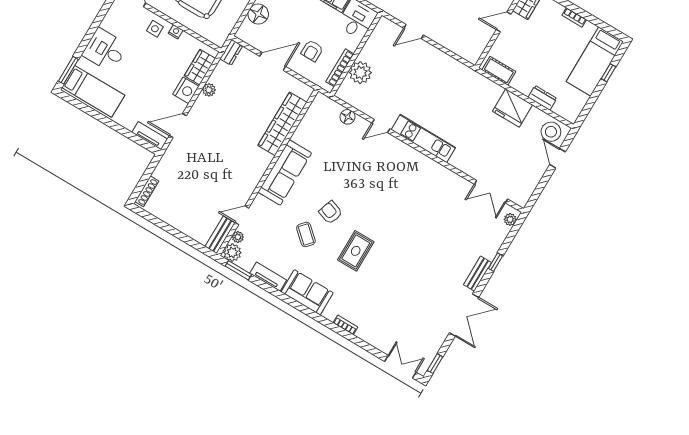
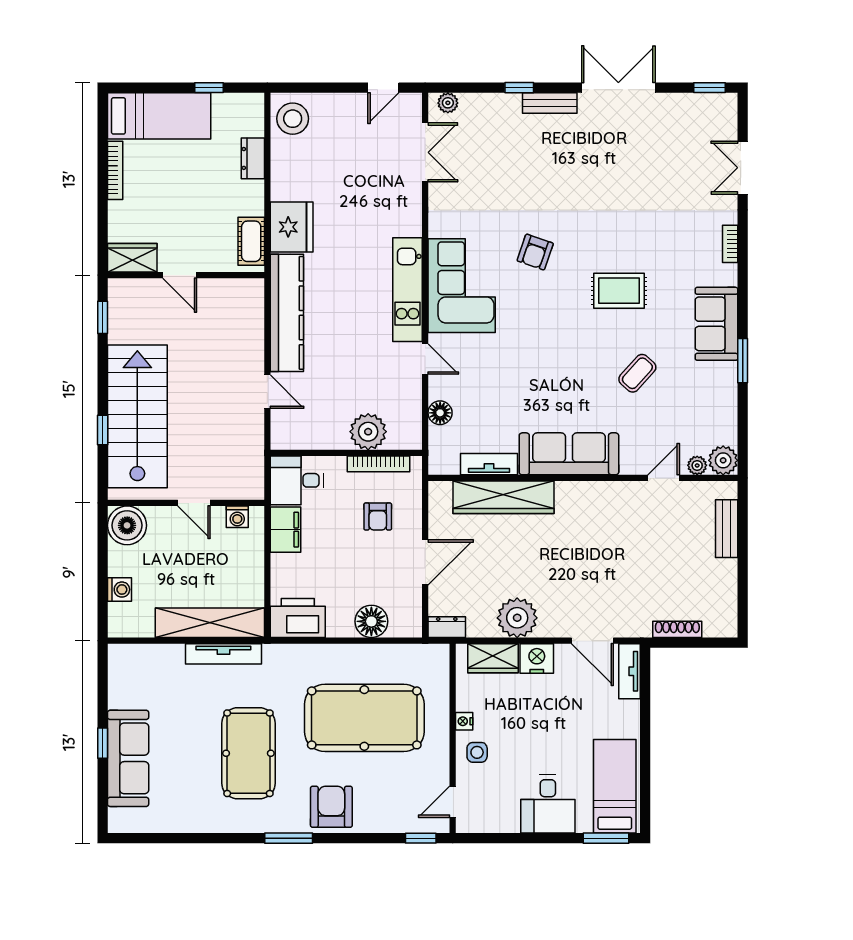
bookcase: (574, 17) -> (115, 170), width x1.56
armchair: (312, 51) -> (378, 517), turned 90
door: (273, 61) -> (425, 562), swing flipped
kitchen counter: (449, 67) -> (287, 313), added
window: (608, 73) -> (209, 88), moved
plant: (209, 90) -> (517, 618), width x1.87, depth x1.87
fridge: (512, 108) -> (292, 227), moved
door: (558, 158) -> (383, 88), moved
corner sofa: (408, 169) -> (462, 286), added
shoe rack: (147, 191) -> (677, 629), moved
armchair: (331, 212) -> (535, 252), moved
door: (242, 215) -> (664, 478), swing flipped
bench: (220, 235) -> (727, 529), moved, turned 90
window: (238, 270) -> (743, 361), moved
tv unit: (268, 277) -> (489, 464), moved, turned 90
double door: (400, 367) -> (743, 168), moved

